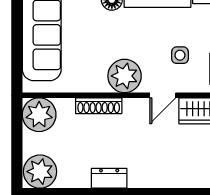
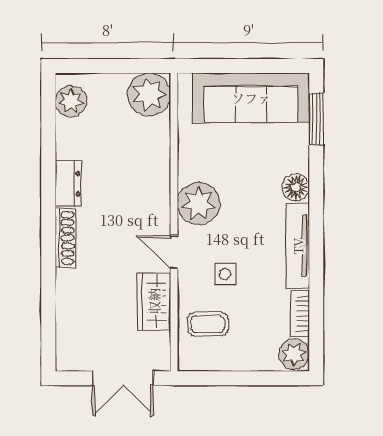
shoe rack: (99, 106) -> (65, 238), moved, turned 180
plant: (40, 172) -> (71, 101), width x0.73, depth x0.73

